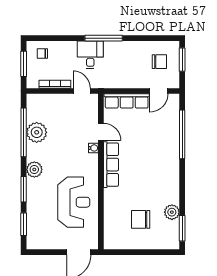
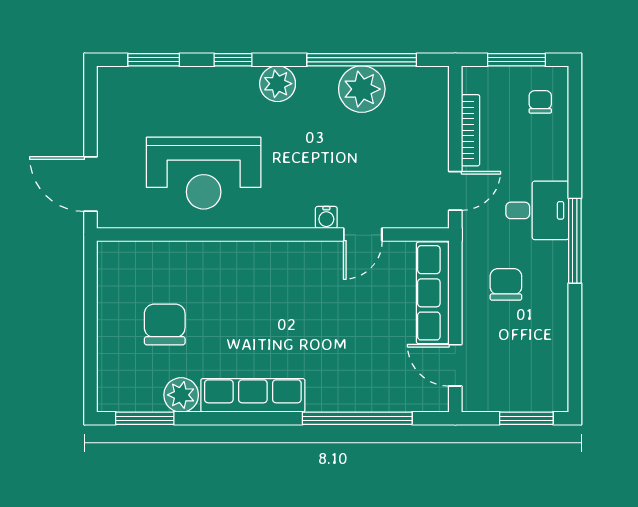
chair: (159, 62) -> (506, 284), moved, turned 180
row of seats: (111, 165) -> (253, 395), moved, turned 180
window: (24, 189) -> (233, 60), width x0.67

